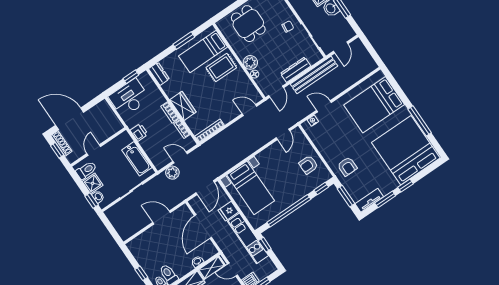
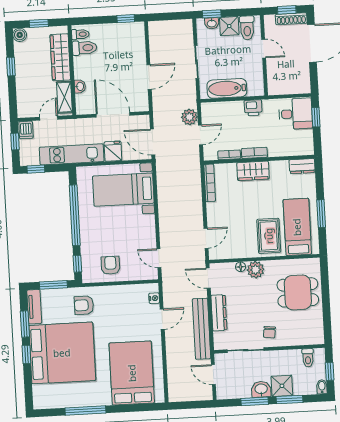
window: (131, 77) -> (316, 117), moved
desk: (129, 98) -> (296, 114), width x0.73
bed: (406, 150) -> (62, 353), moved
window: (265, 245) -> (36, 169), moved
window: (141, 273) -> (126, 19), moved

